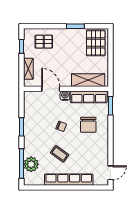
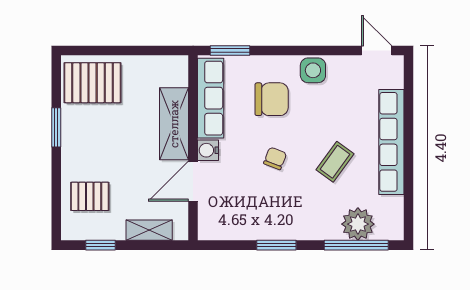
pallet: (44, 42) -> (90, 196), turned 90
shelving: (88, 80) -> (174, 124), moved
side table: (101, 144) -> (313, 70), added

